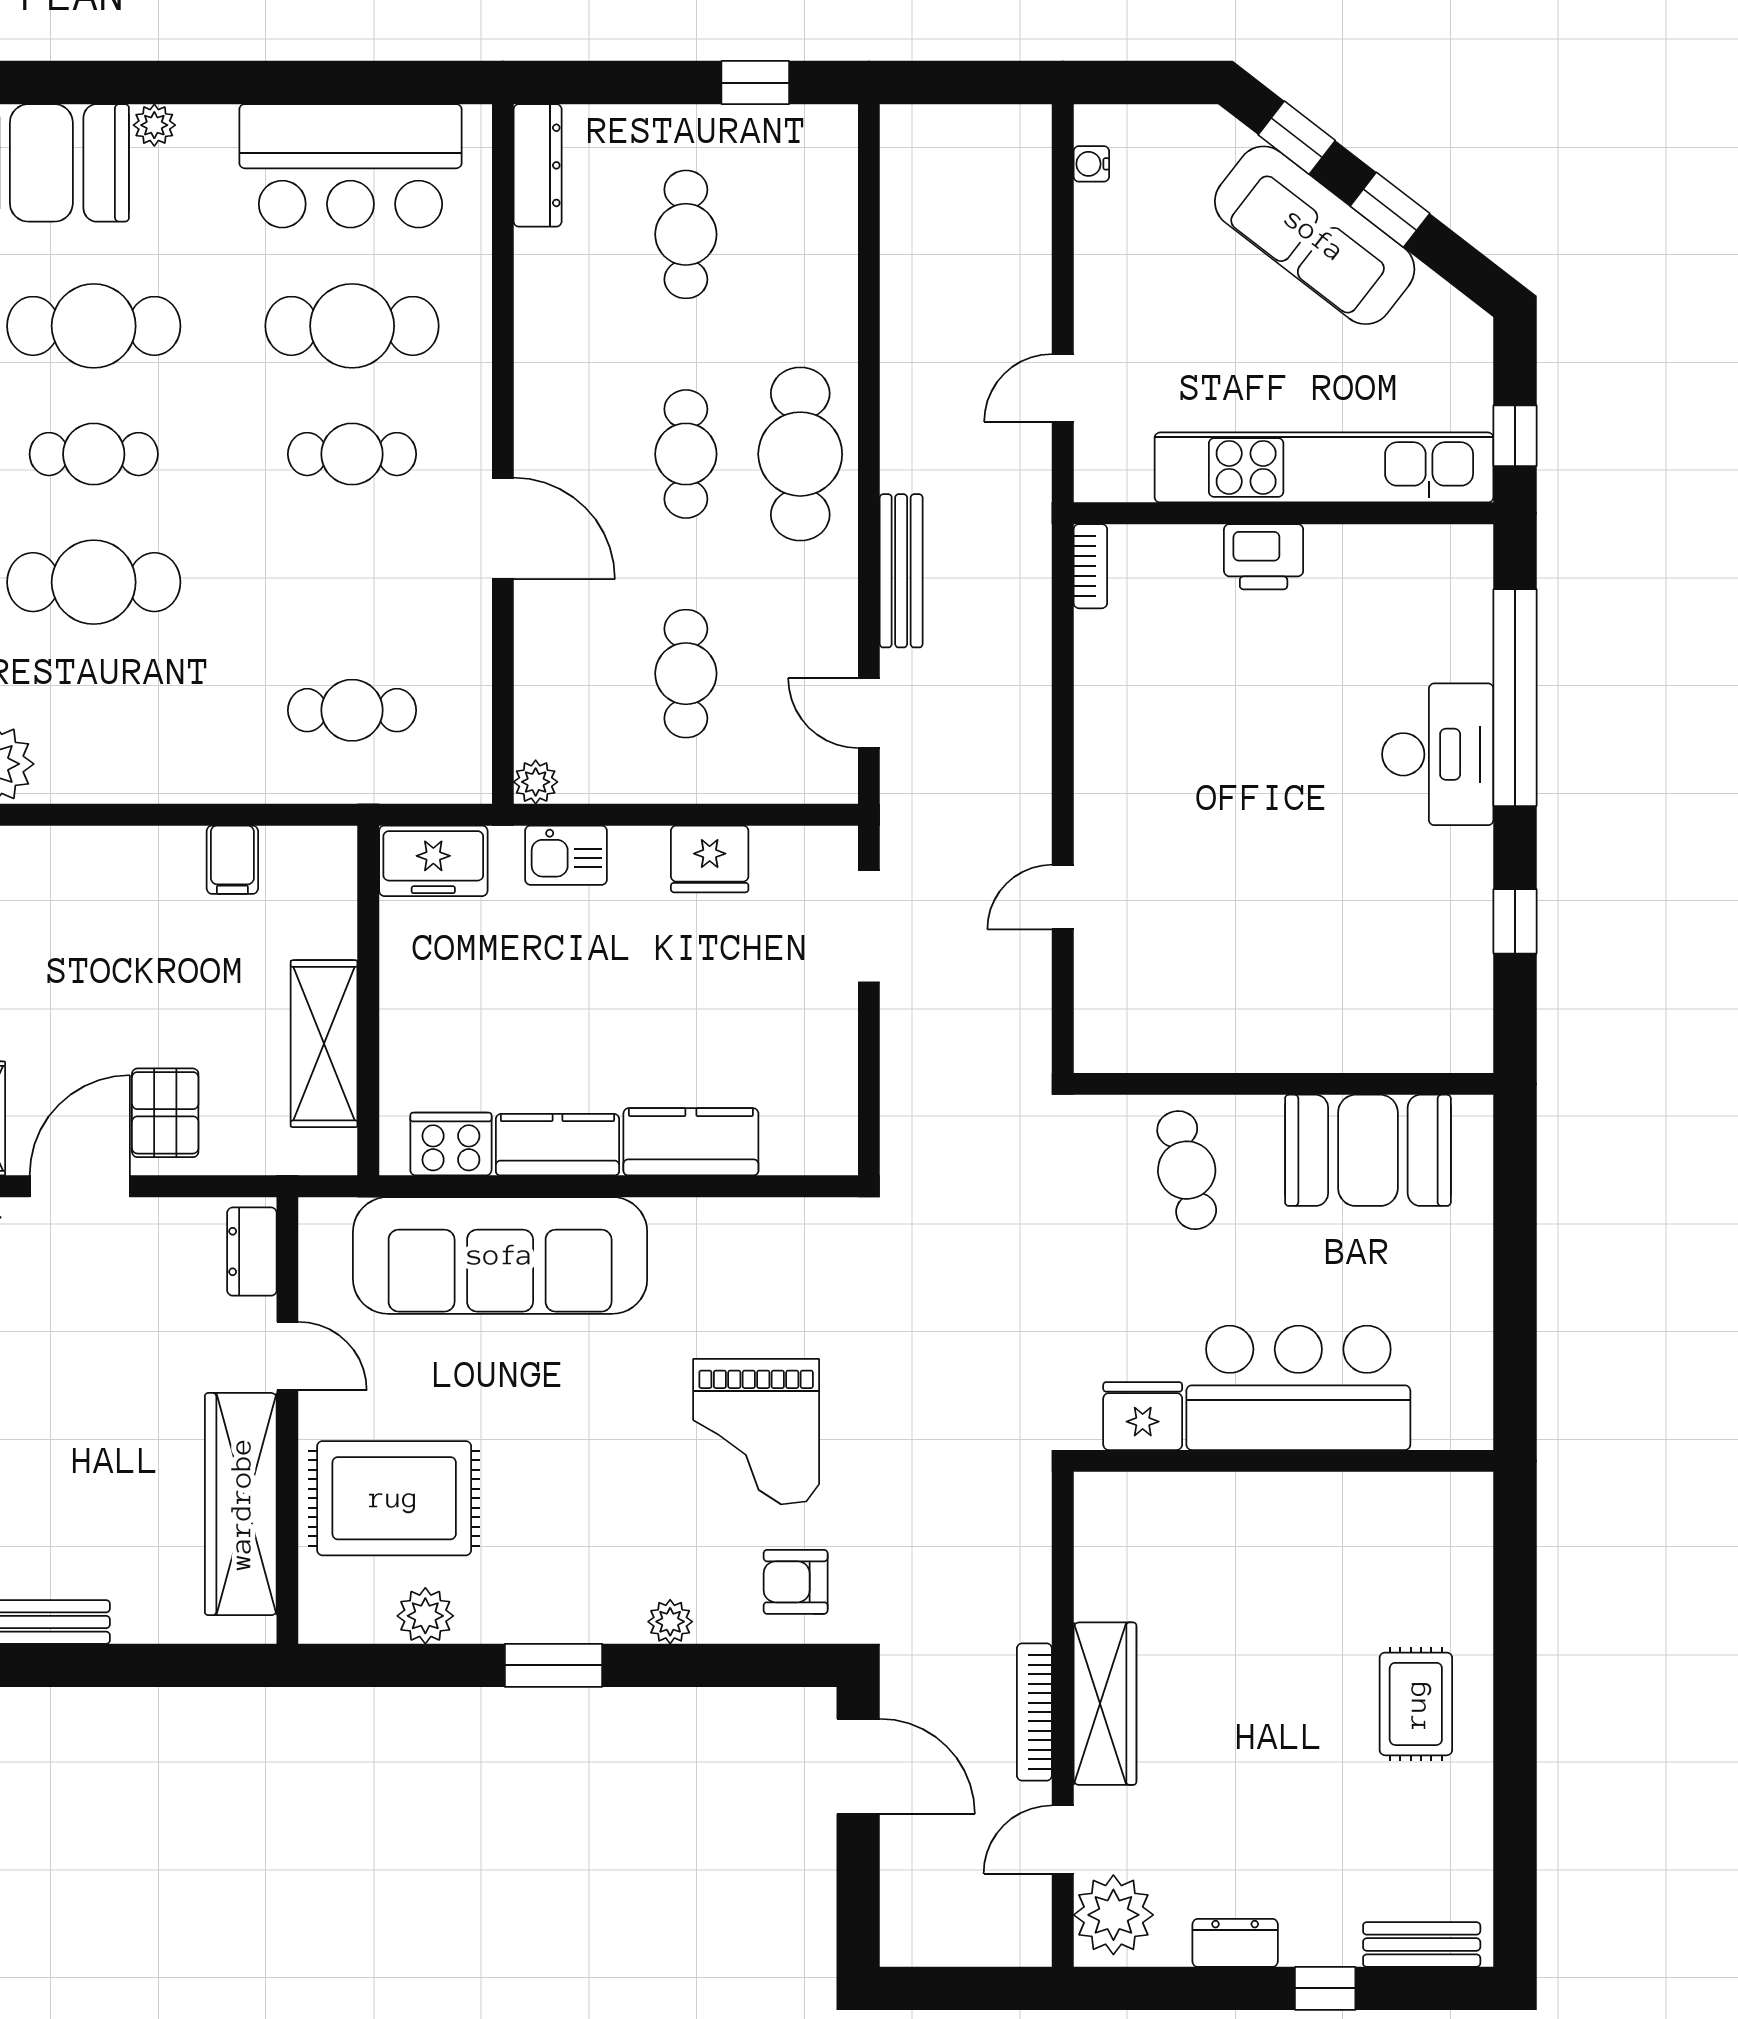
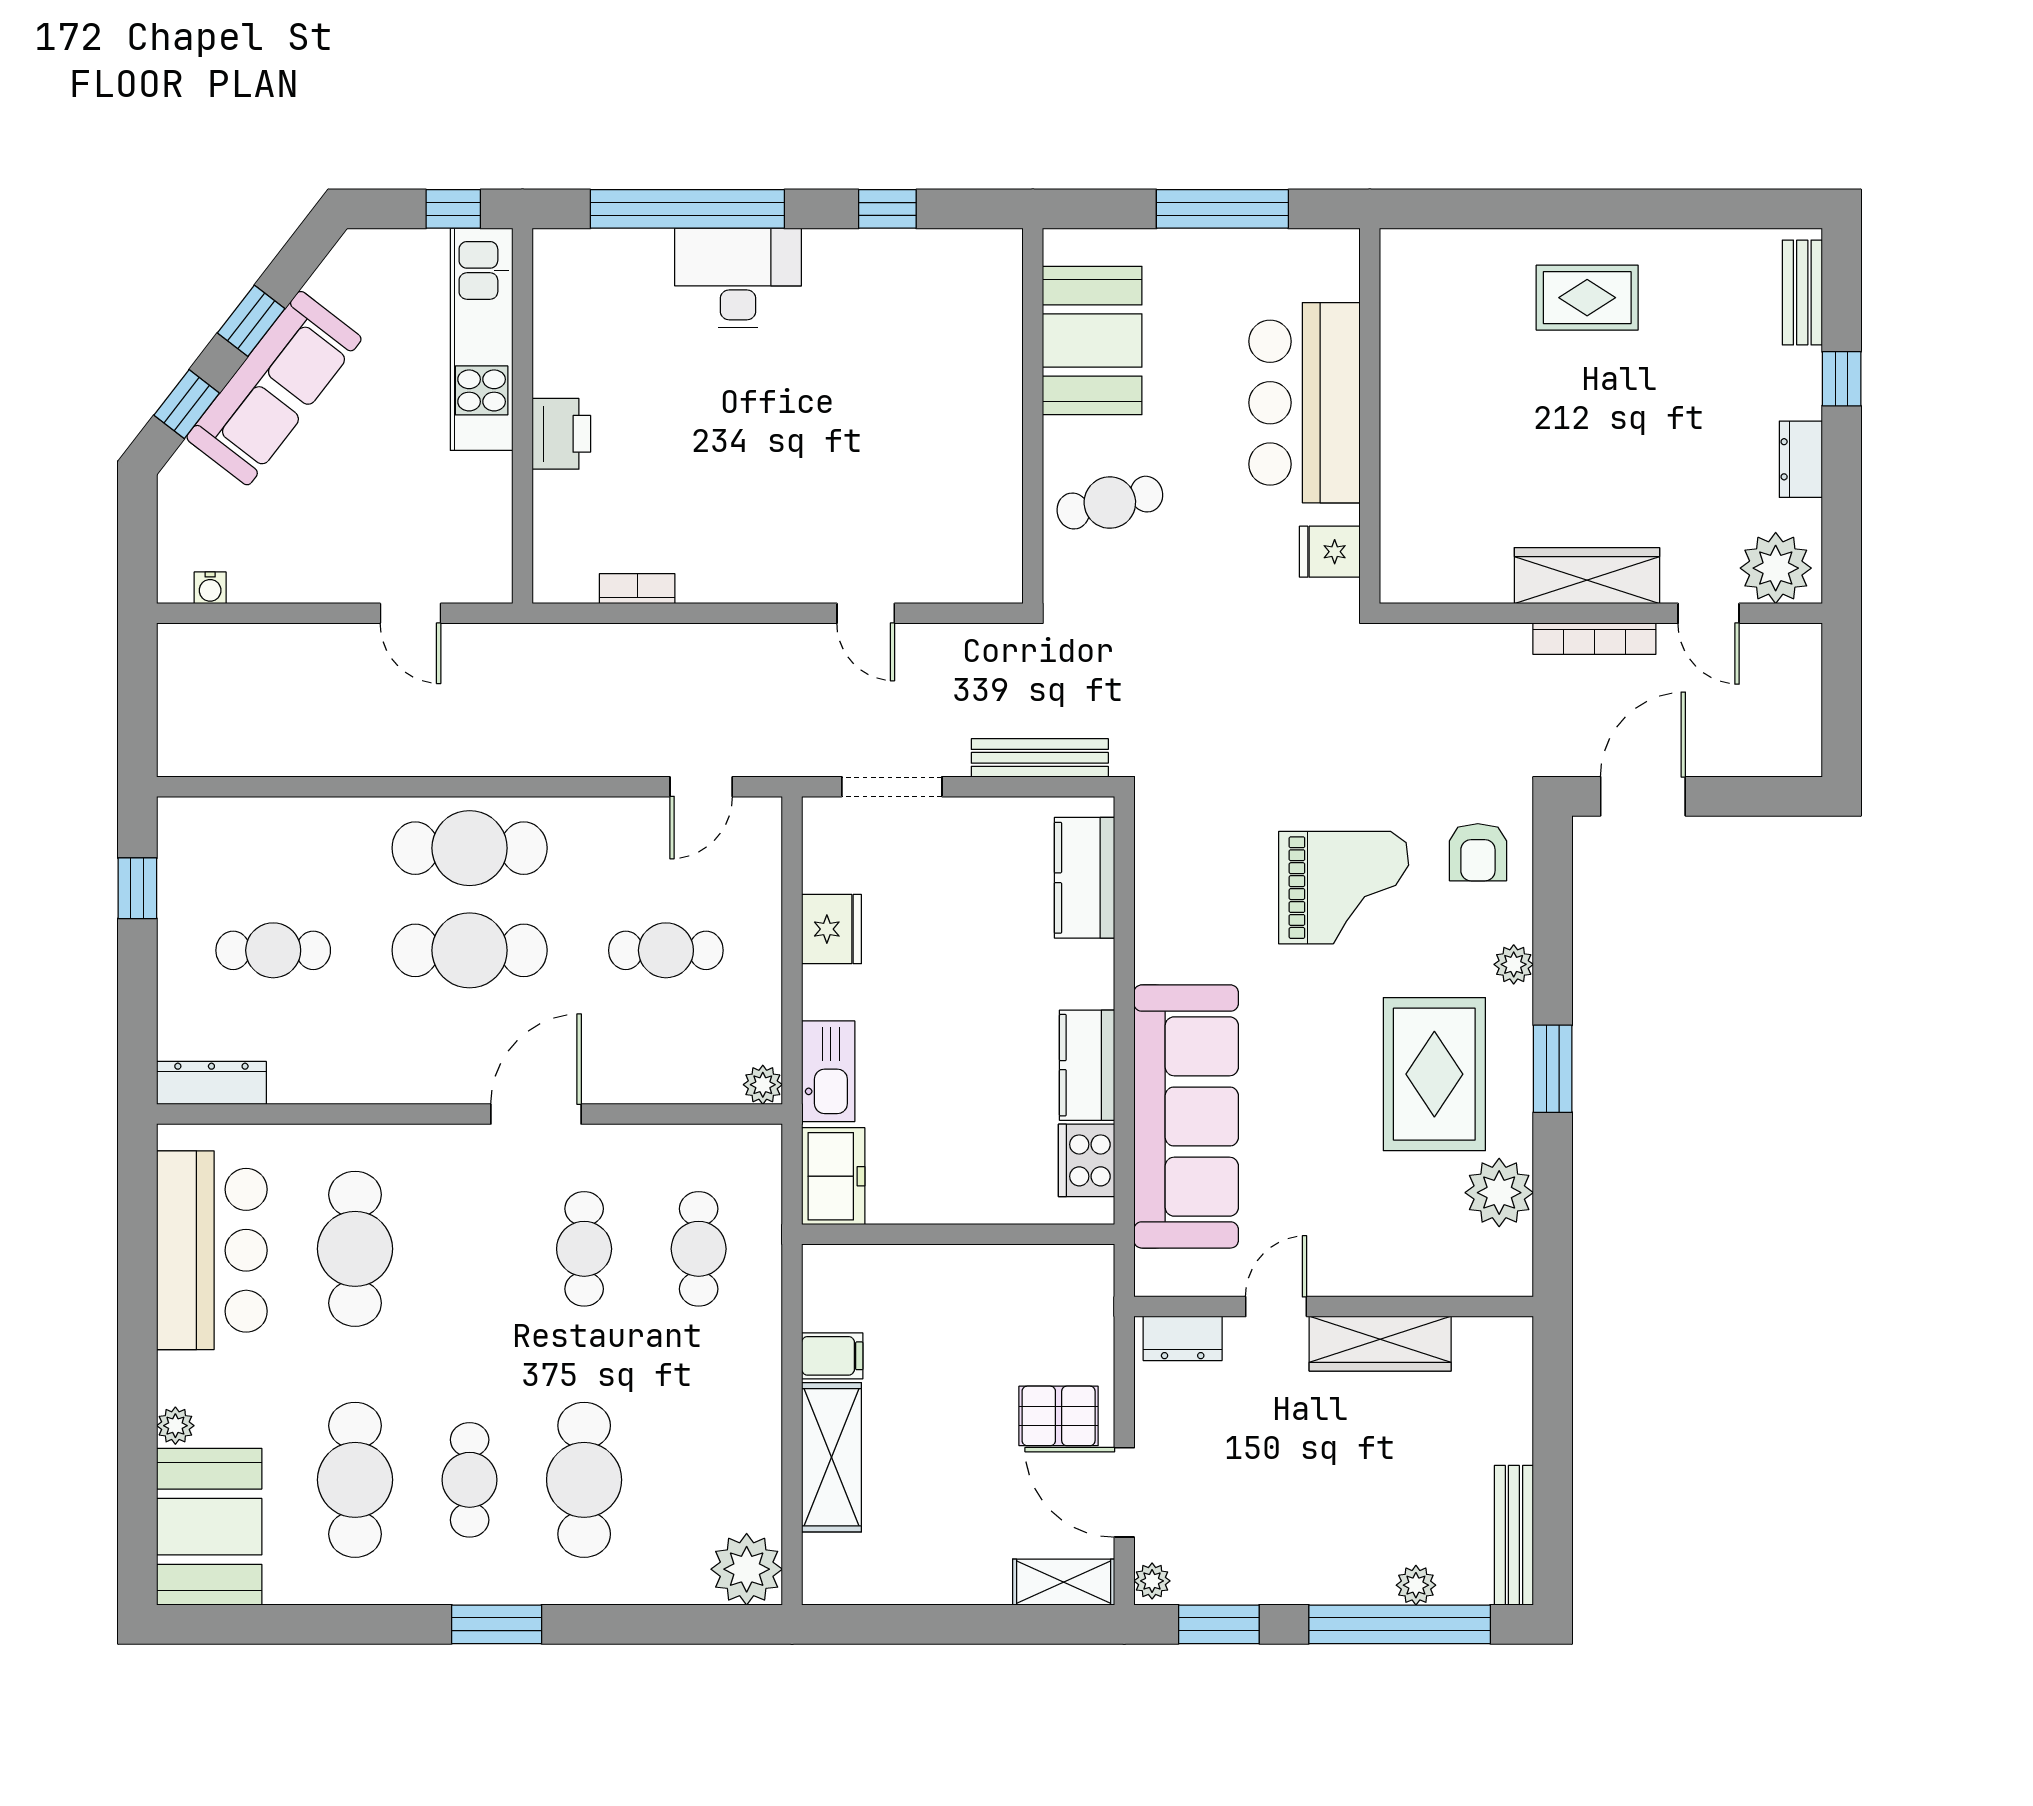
cafe table: (352, 454) -> (584, 1249), moved
cafe table: (686, 454) -> (470, 950), width x1.37, depth x1.35
kitchen unit: (1324, 467) -> (482, 339), width x0.73
bookcase: (1090, 566) -> (637, 589), moved
bench: (901, 571) -> (1040, 758), moved
kitchen sink: (566, 855) -> (828, 1071), width x1.38
shelving: (324, 1044) -> (832, 1457), moved, turned 90
kitchen counter: (691, 1142) -> (1084, 878), moved
window: (1515, 1296) -> (1222, 209), added
fridge: (1143, 1416) -> (1330, 552), width x0.72
rug: (394, 1498) -> (1434, 1074), moved
wardrobe: (241, 1504) -> (1380, 1344), width x0.71, depth x0.85
plant: (425, 1616) -> (1499, 1193), width x1.36, depth x1.36

